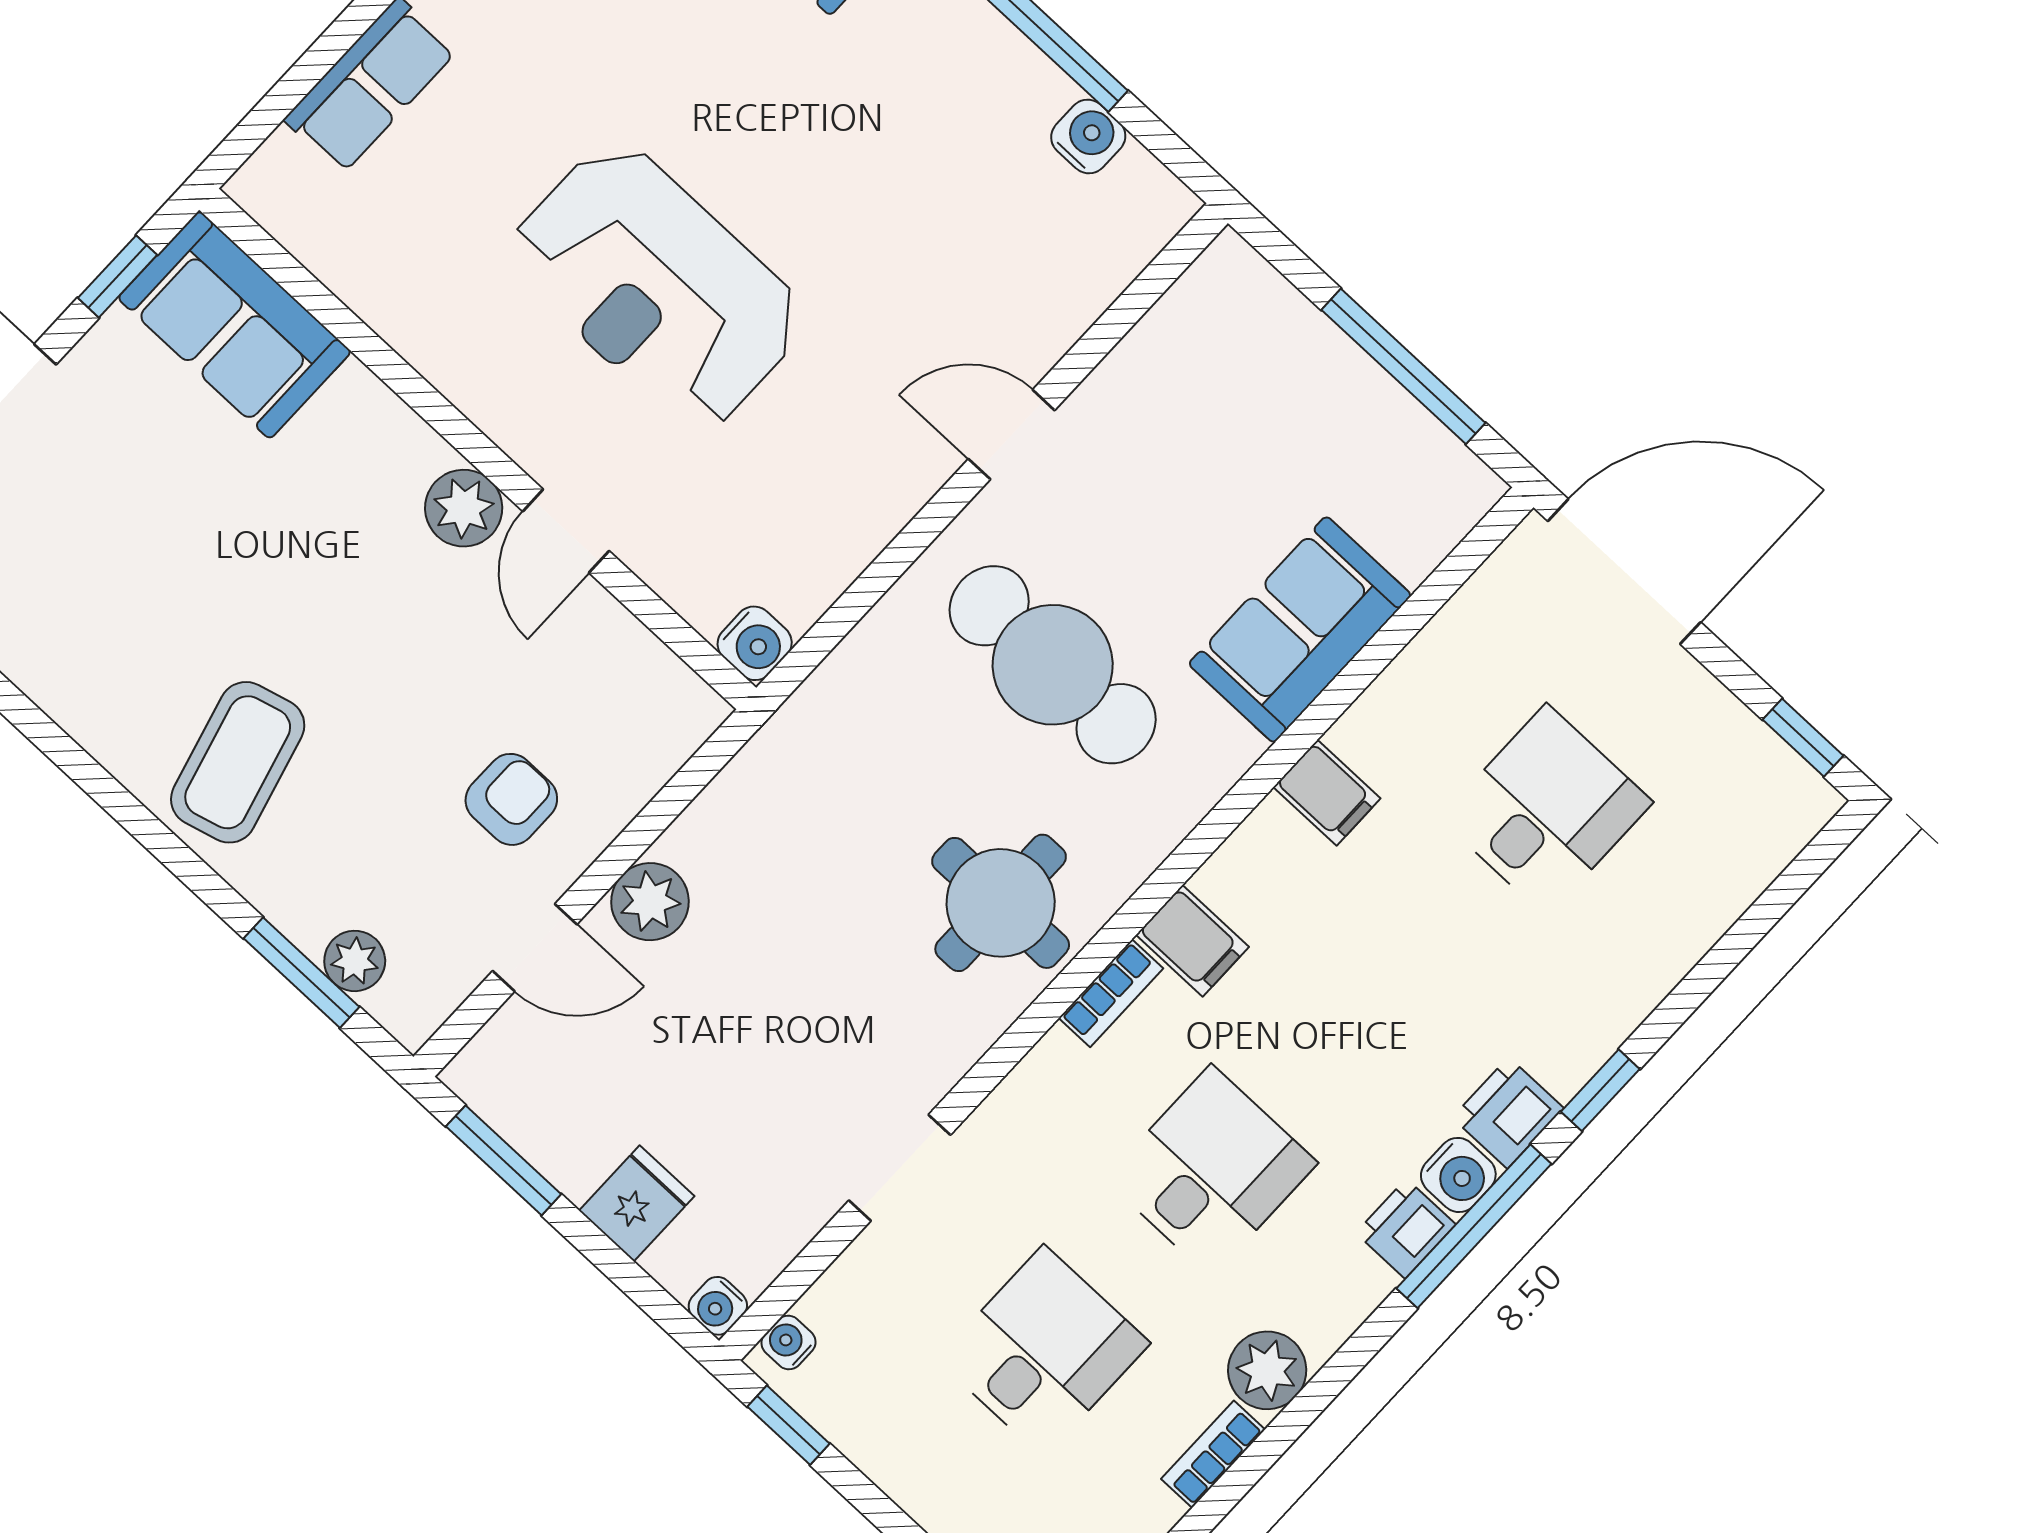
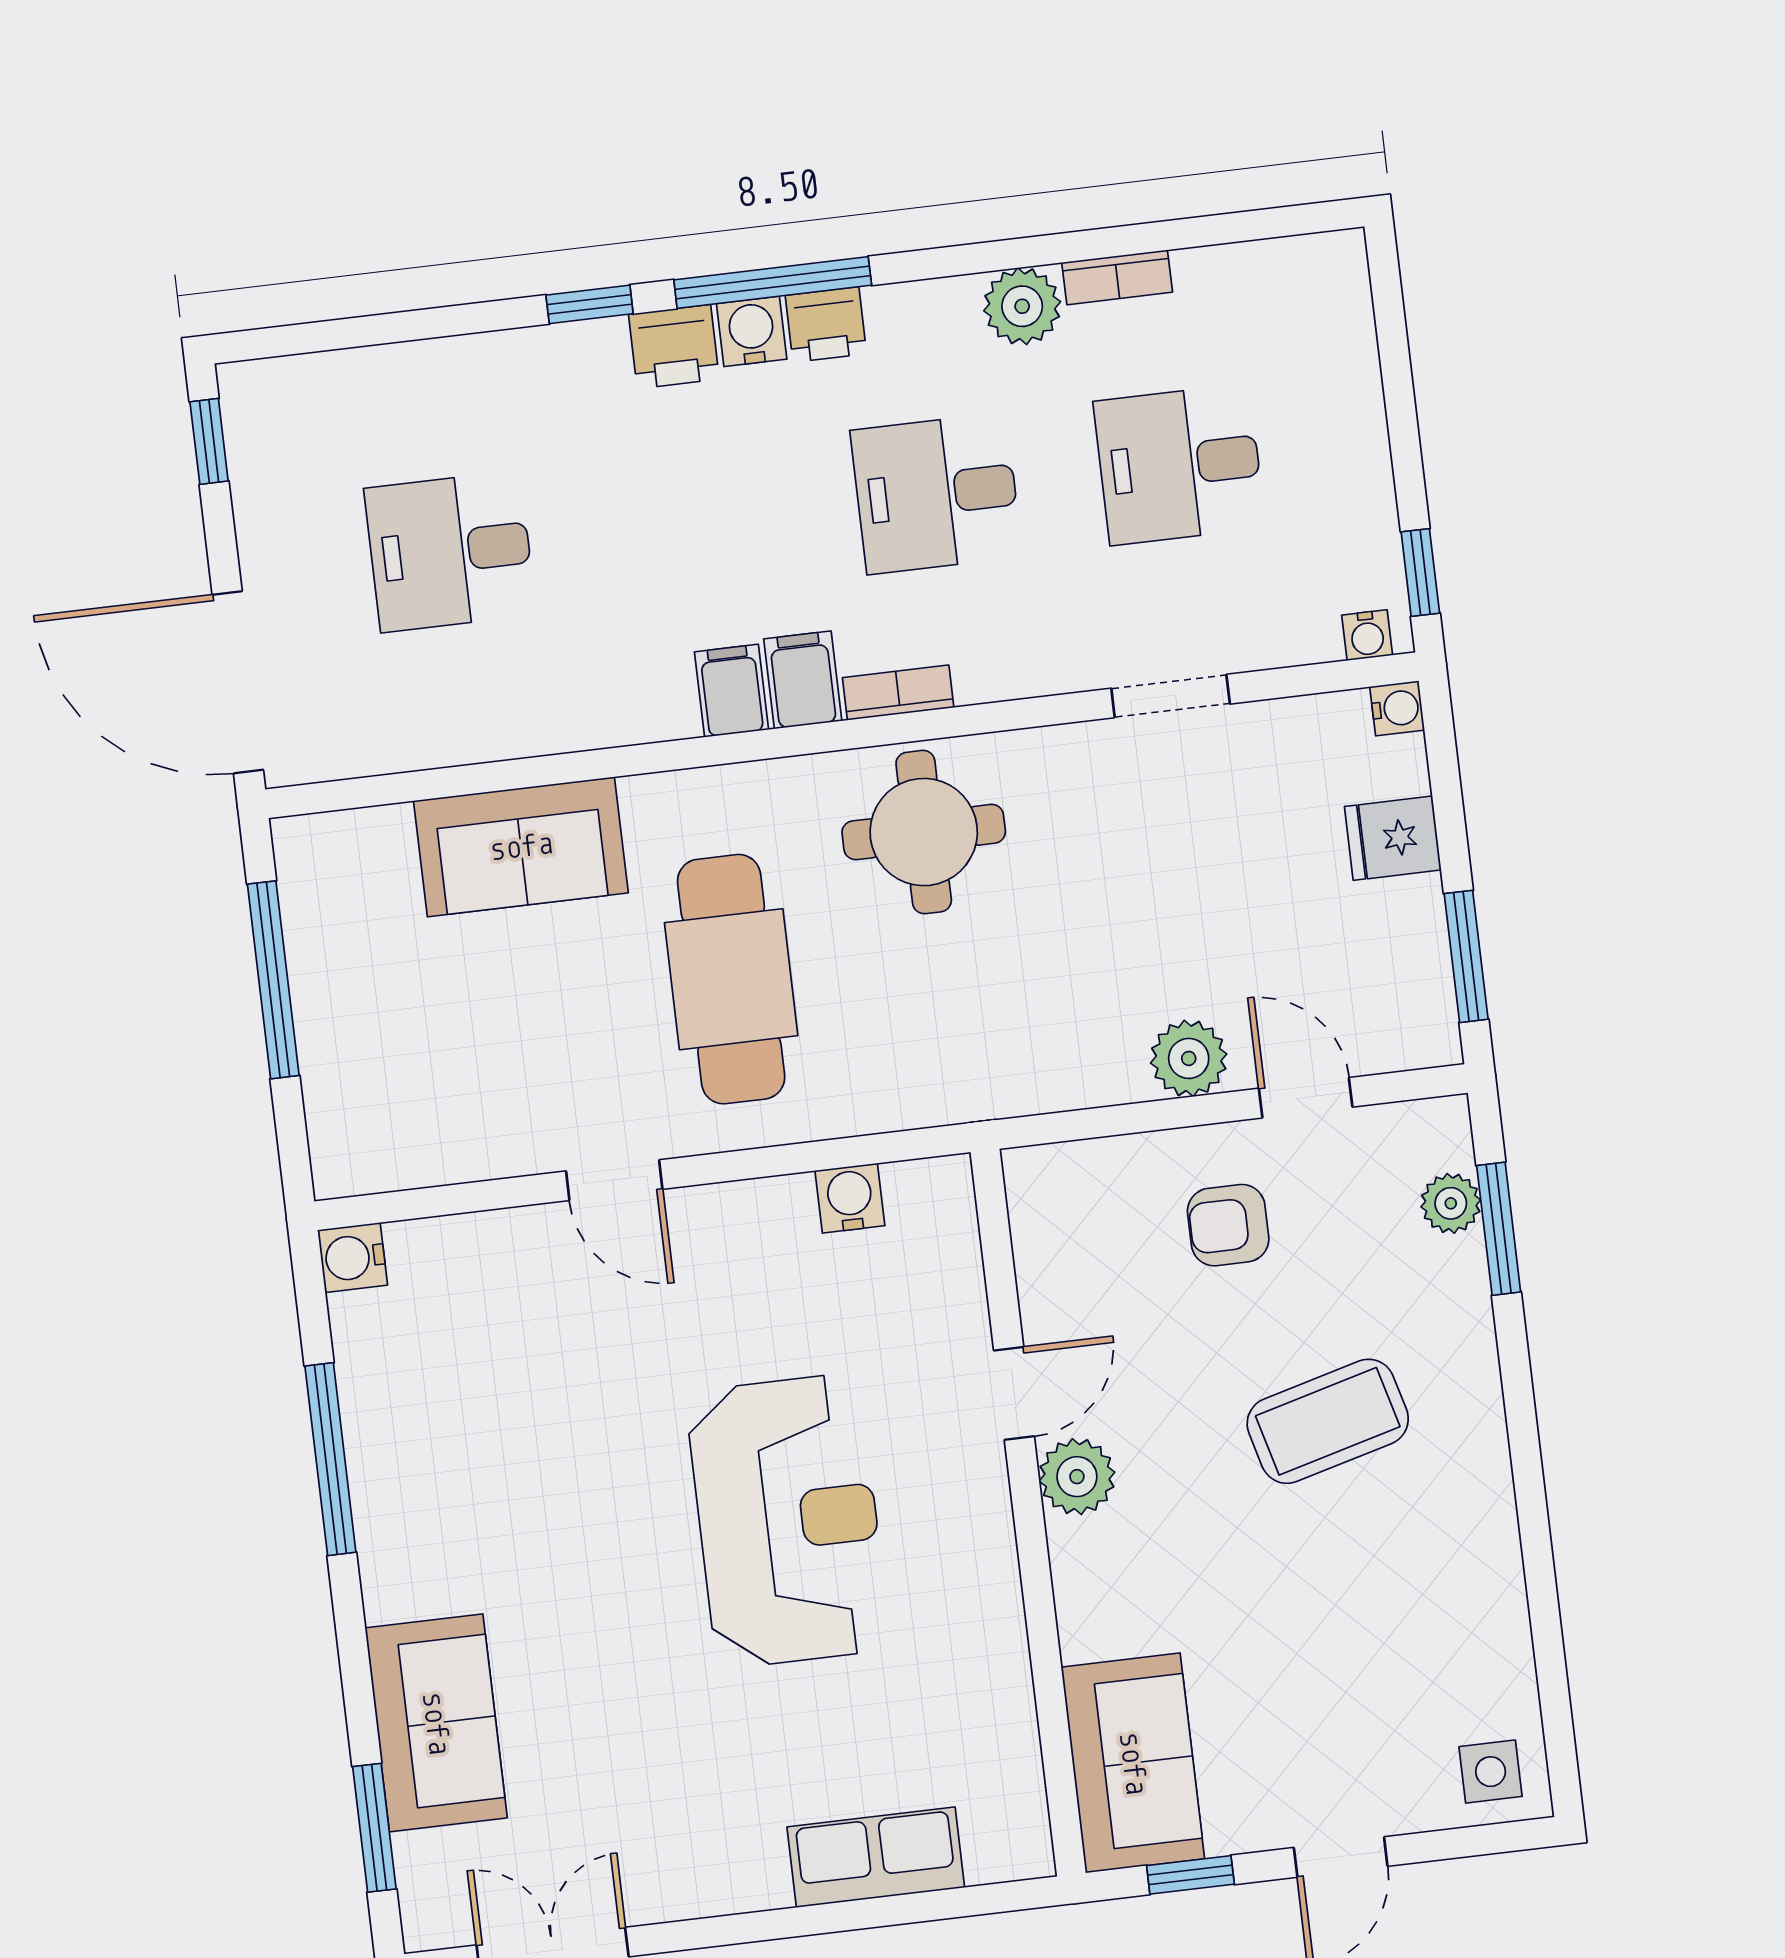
water cooler: (1088, 136) -> (353, 1257), moved
water cooler: (755, 643) -> (850, 1198), moved
coffee table: (238, 762) -> (1328, 1421), moved
filing cabinet: (1327, 793) -> (732, 691), moved

